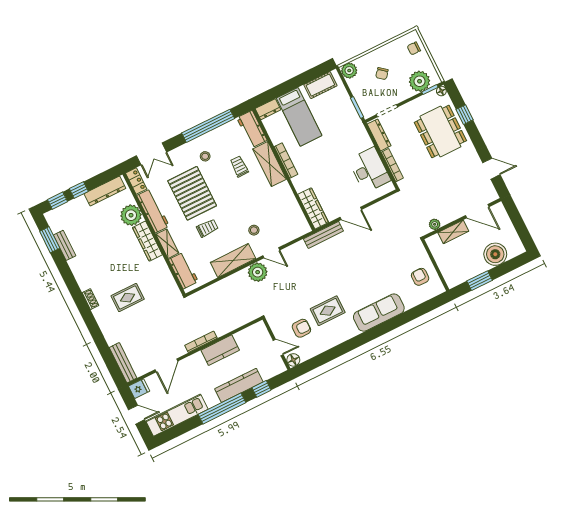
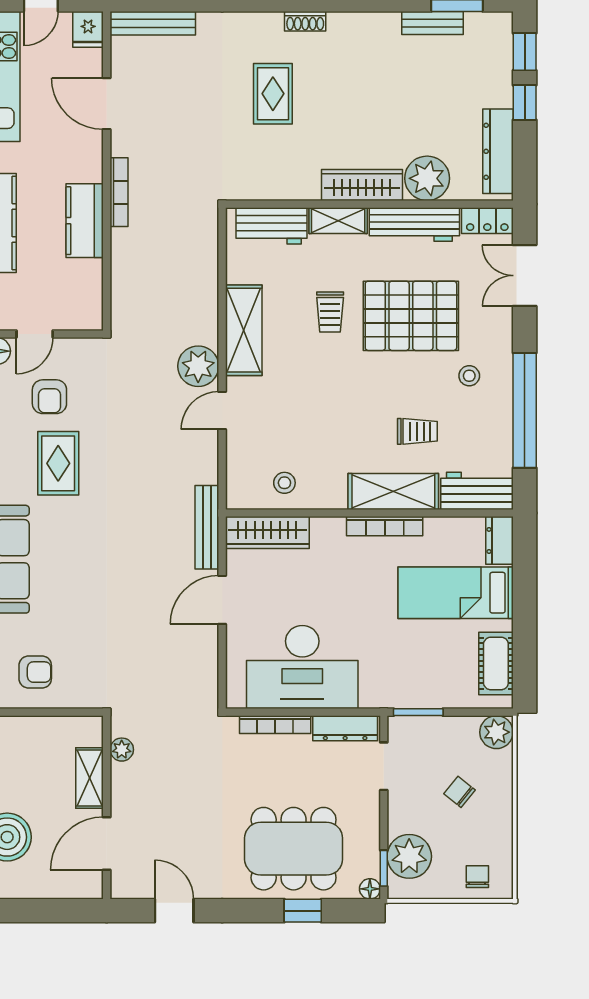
door: (491, 169) -> (174, 911), swing flipped
desk: (369, 170) -> (302, 667), width x1.36, depth x1.30
stool: (254, 230) -> (284, 483), moved

